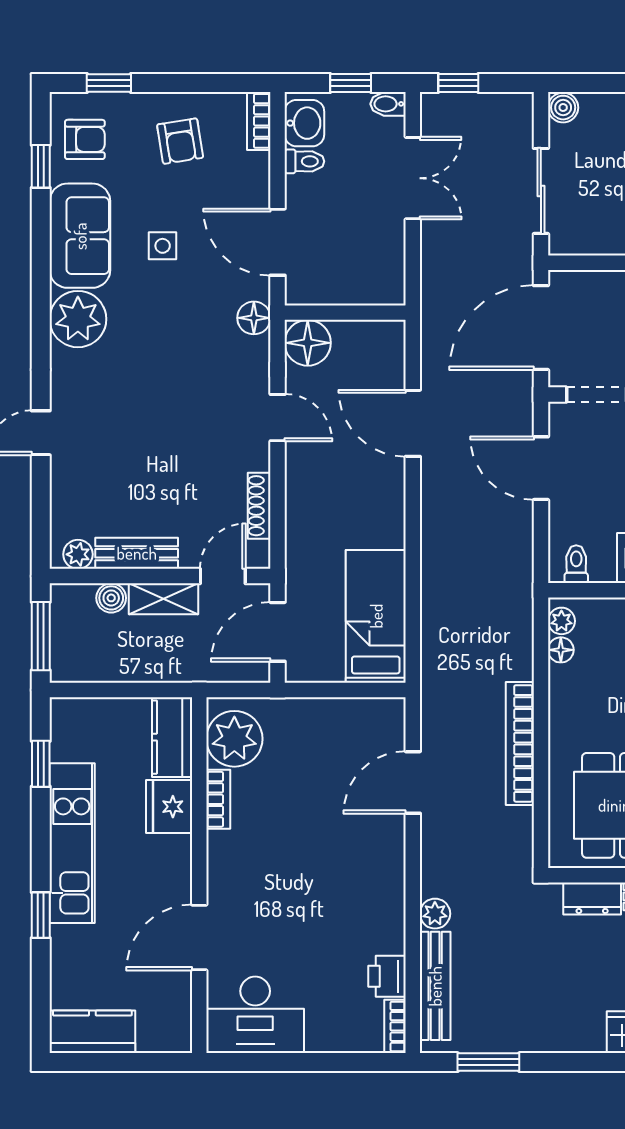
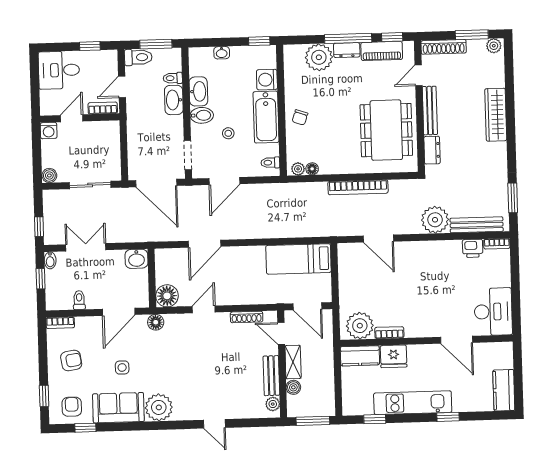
washbasin: (304, 123) -> (137, 259), moved, turned 180
plant: (435, 914) -> (435, 220), width x1.88, depth x1.88

